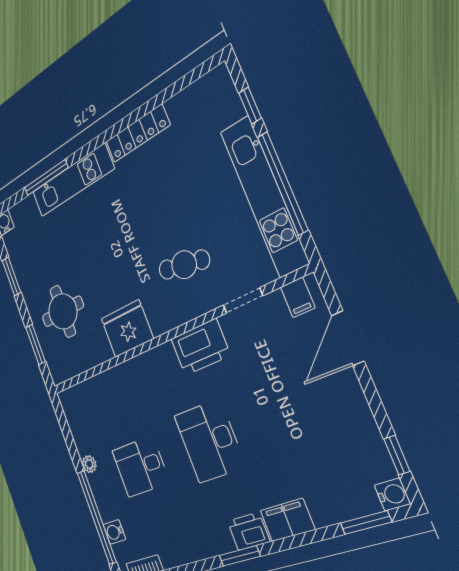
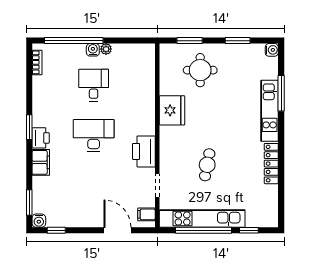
cafe table: (184, 265) -> (207, 165), moved
water cooler: (114, 532) -> (93, 50), moved

